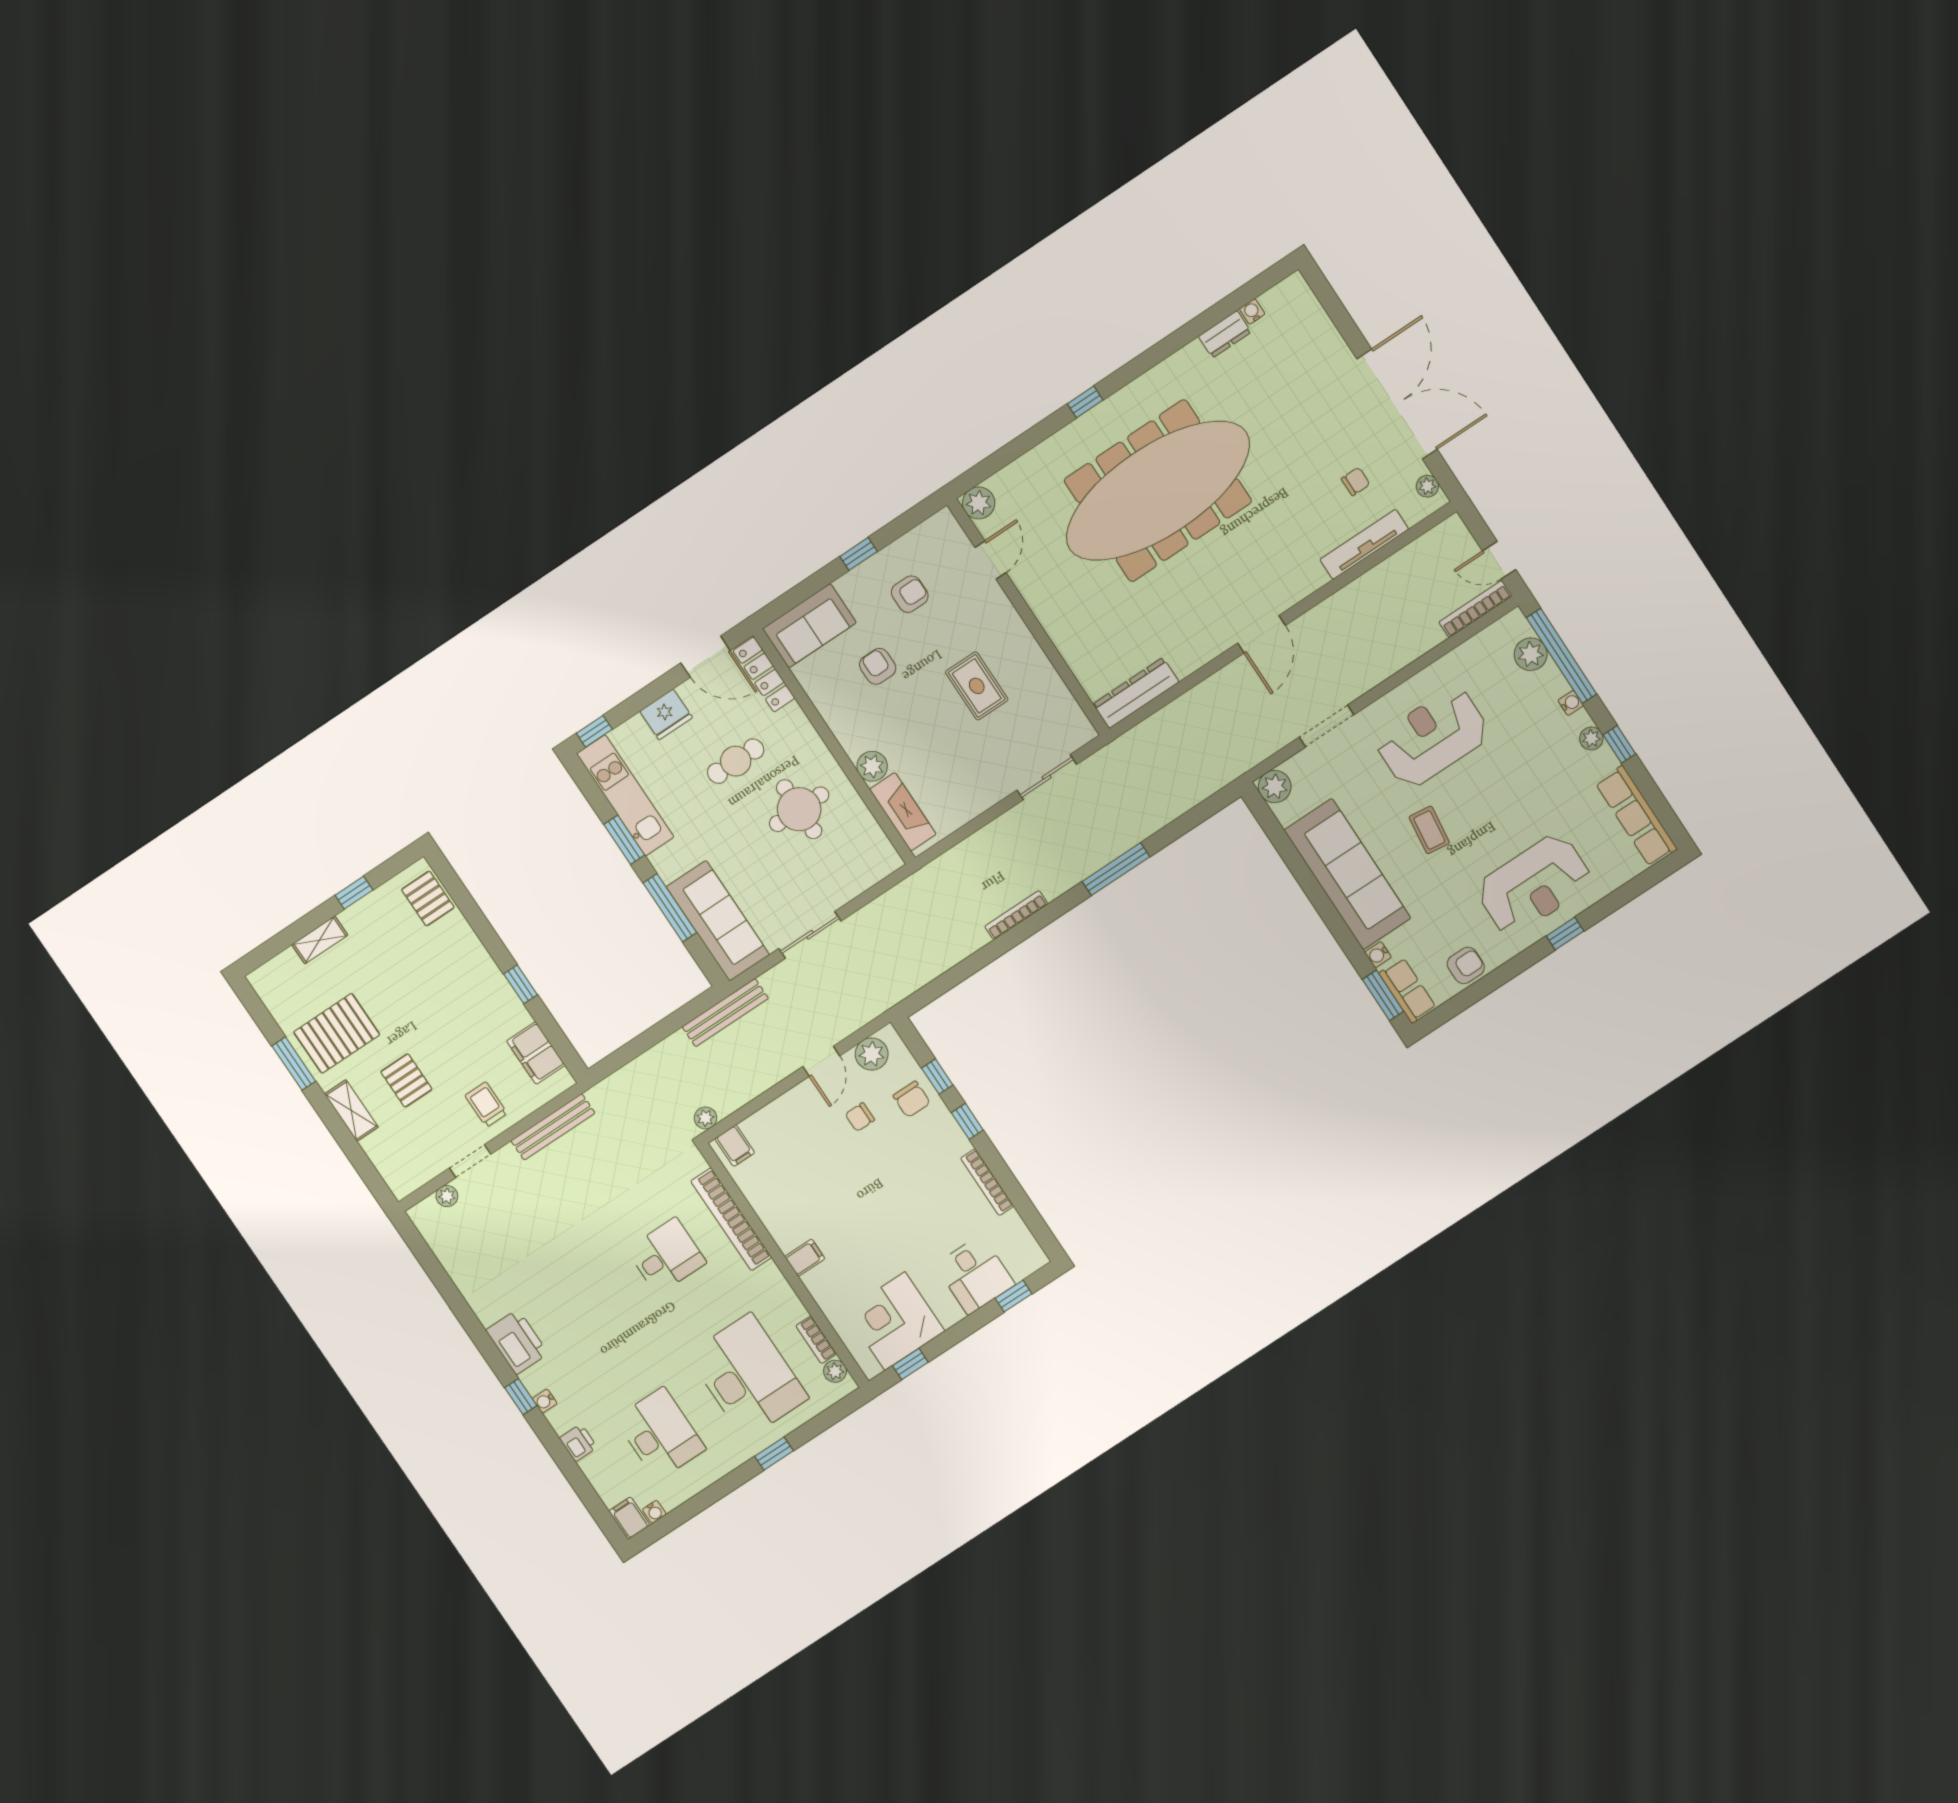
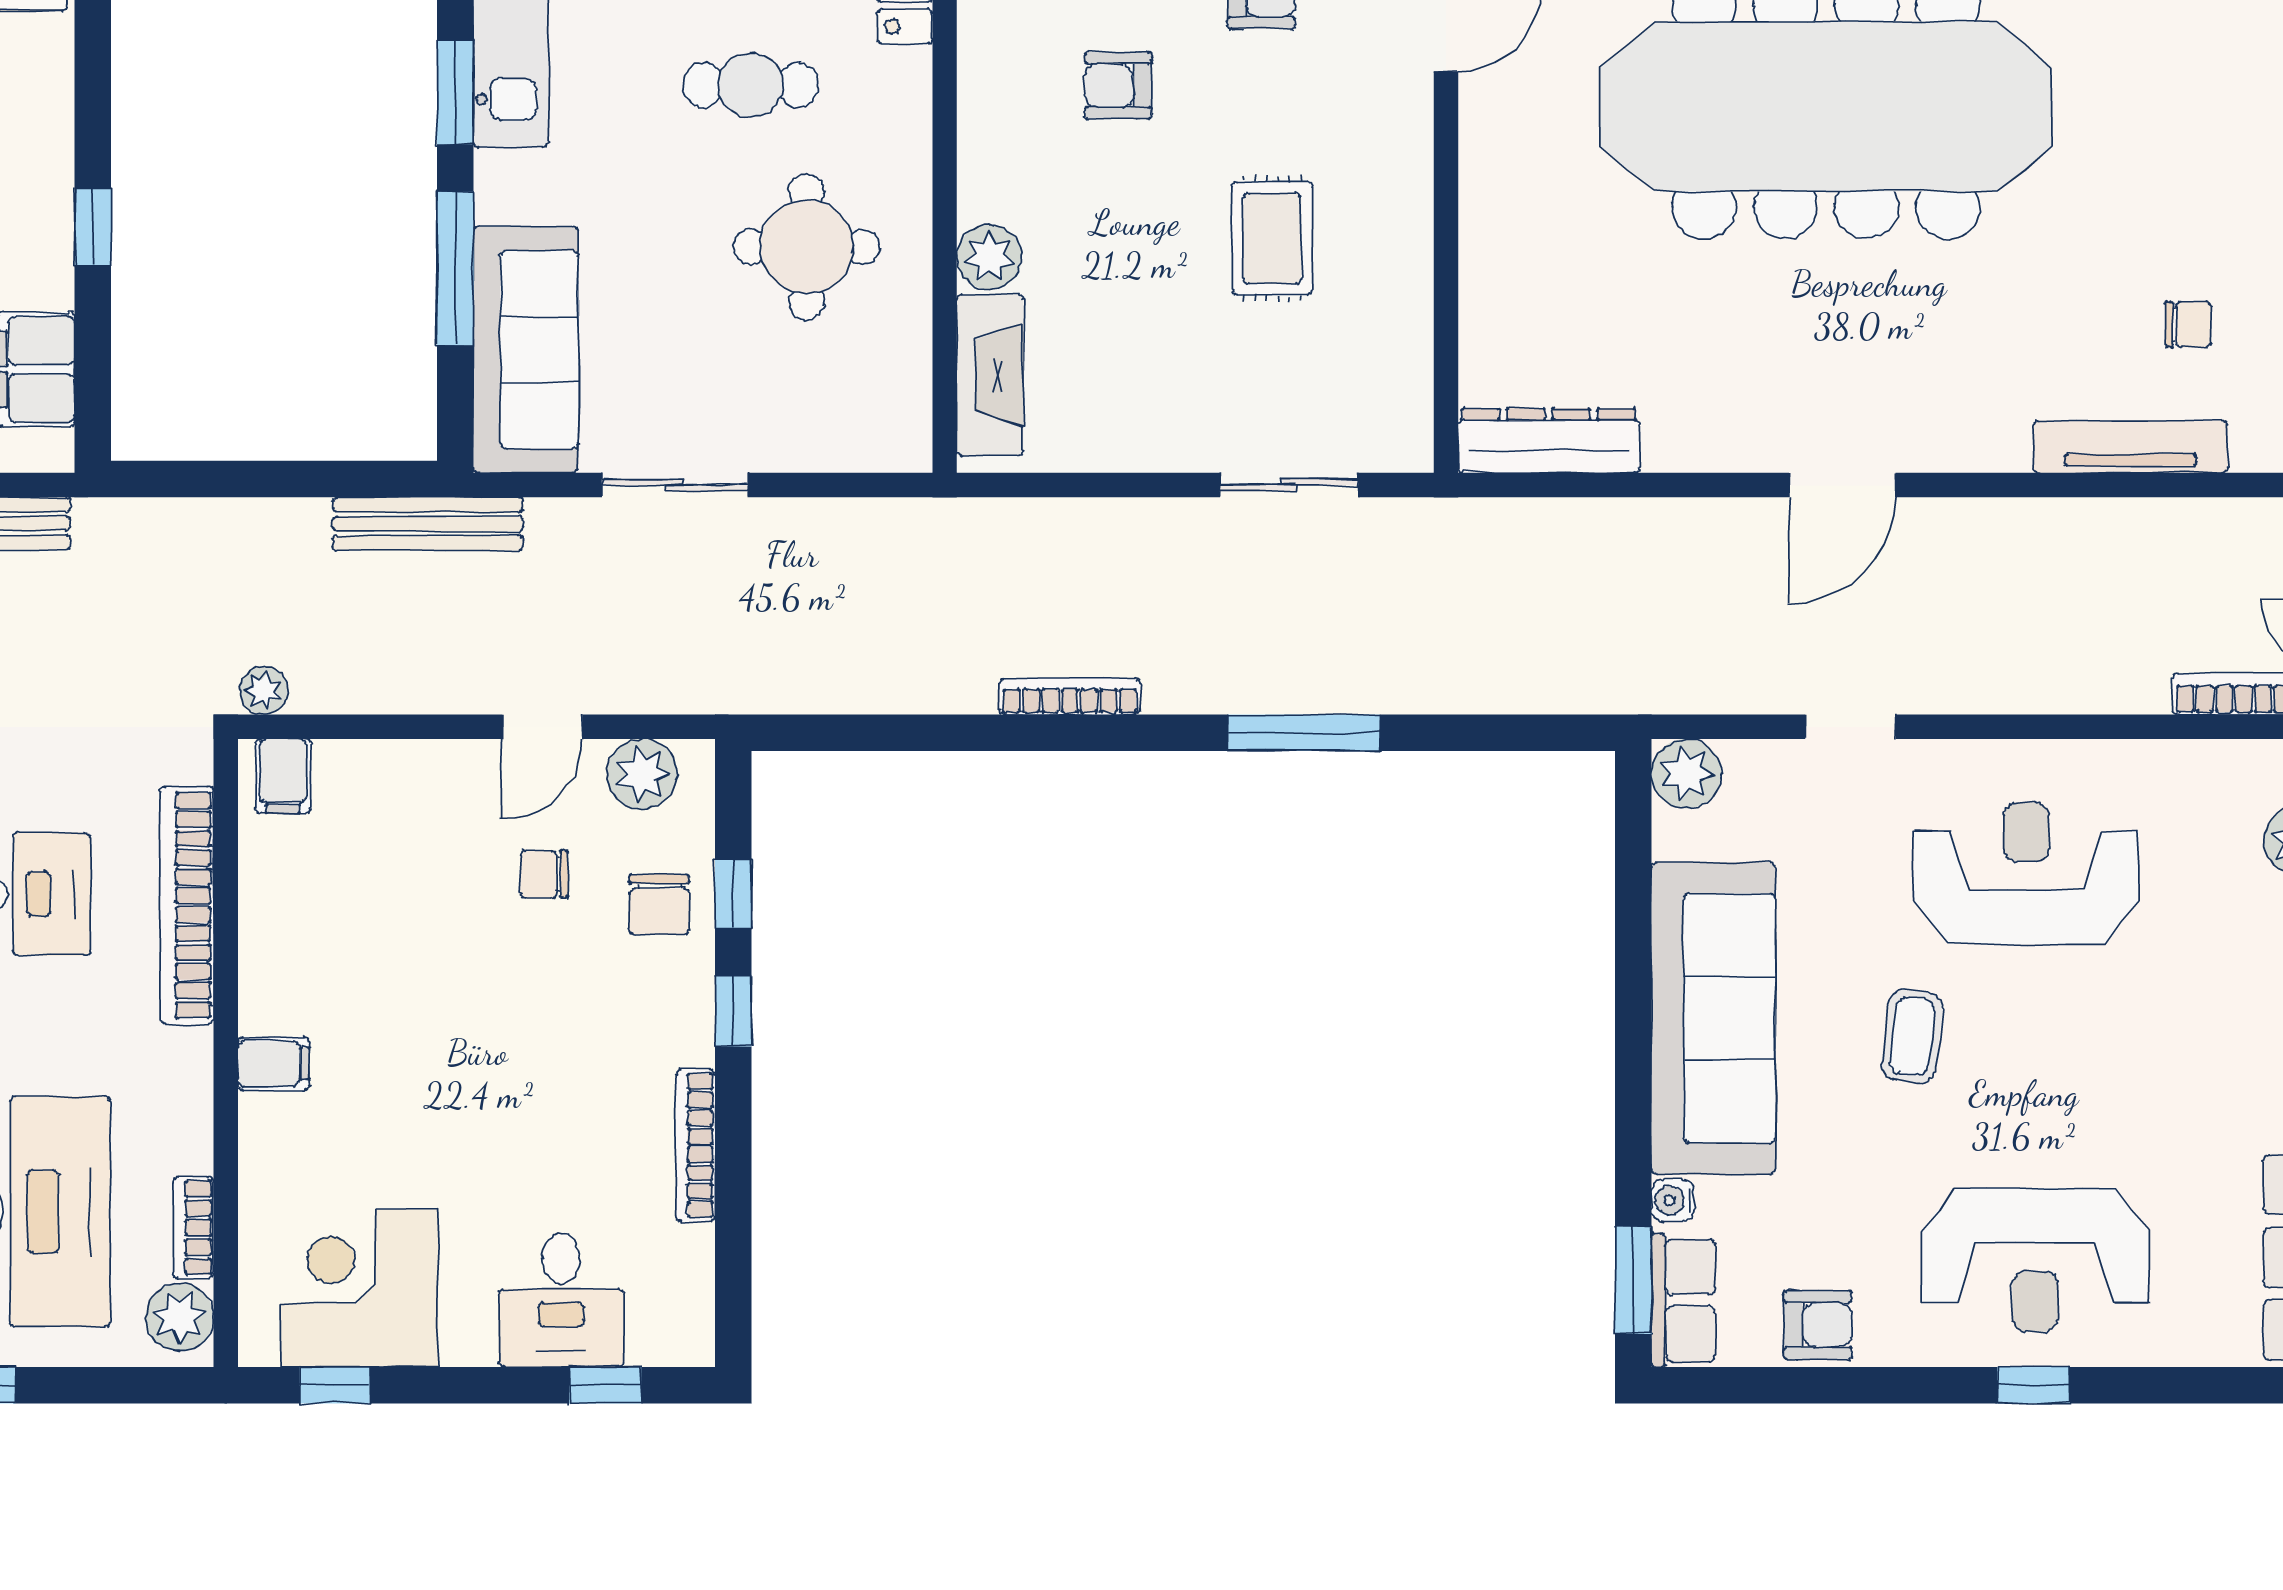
armchair: (878, 666) -> (1118, 85), turned -90
doorway: (1327, 726) -> (1851, 727), width x0.73
plant: (835, 1371) -> (180, 1317), width x1.38, depth x1.38

